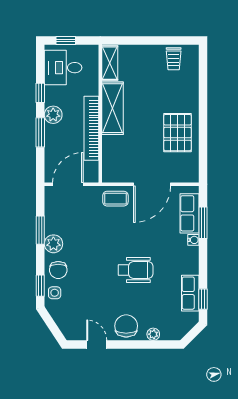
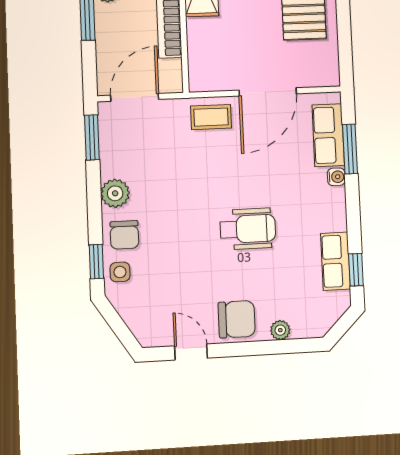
window: (40, 230) -> (92, 137), moved
chair: (126, 326) -> (237, 319), turned 90

